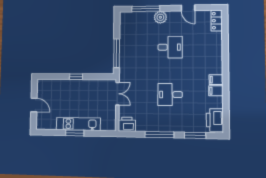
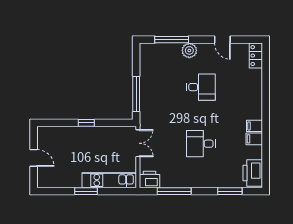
kitchen unit: (78, 124) -> (109, 180), moved
window: (159, 135) -> (174, 191), moved

